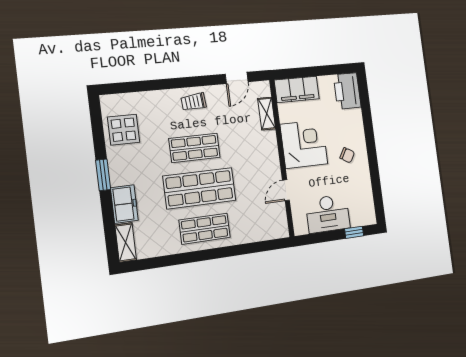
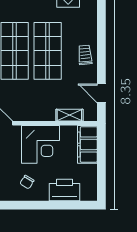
printer: (347, 91) -> (64, 190), moved
shop shelf: (194, 148) -> (48, 51), width x1.43, depth x1.36

